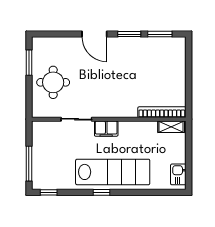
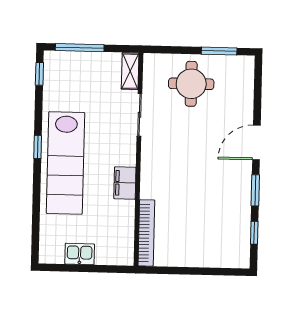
window: (160, 34) -> (254, 233), width x0.67
shelving: (171, 127) -> (130, 71), moved
filing cabinet: (106, 129) -> (125, 183), moved
kitchen sink: (178, 174) -> (80, 254), moved

